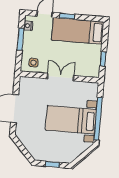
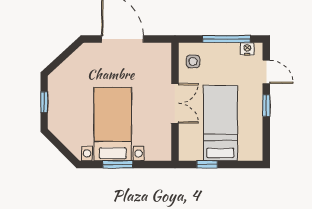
bed: (78, 31) -> (220, 123), moved
window: (20, 39) -> (226, 39), width x1.44
window: (98, 119) -> (118, 164), width x0.47

